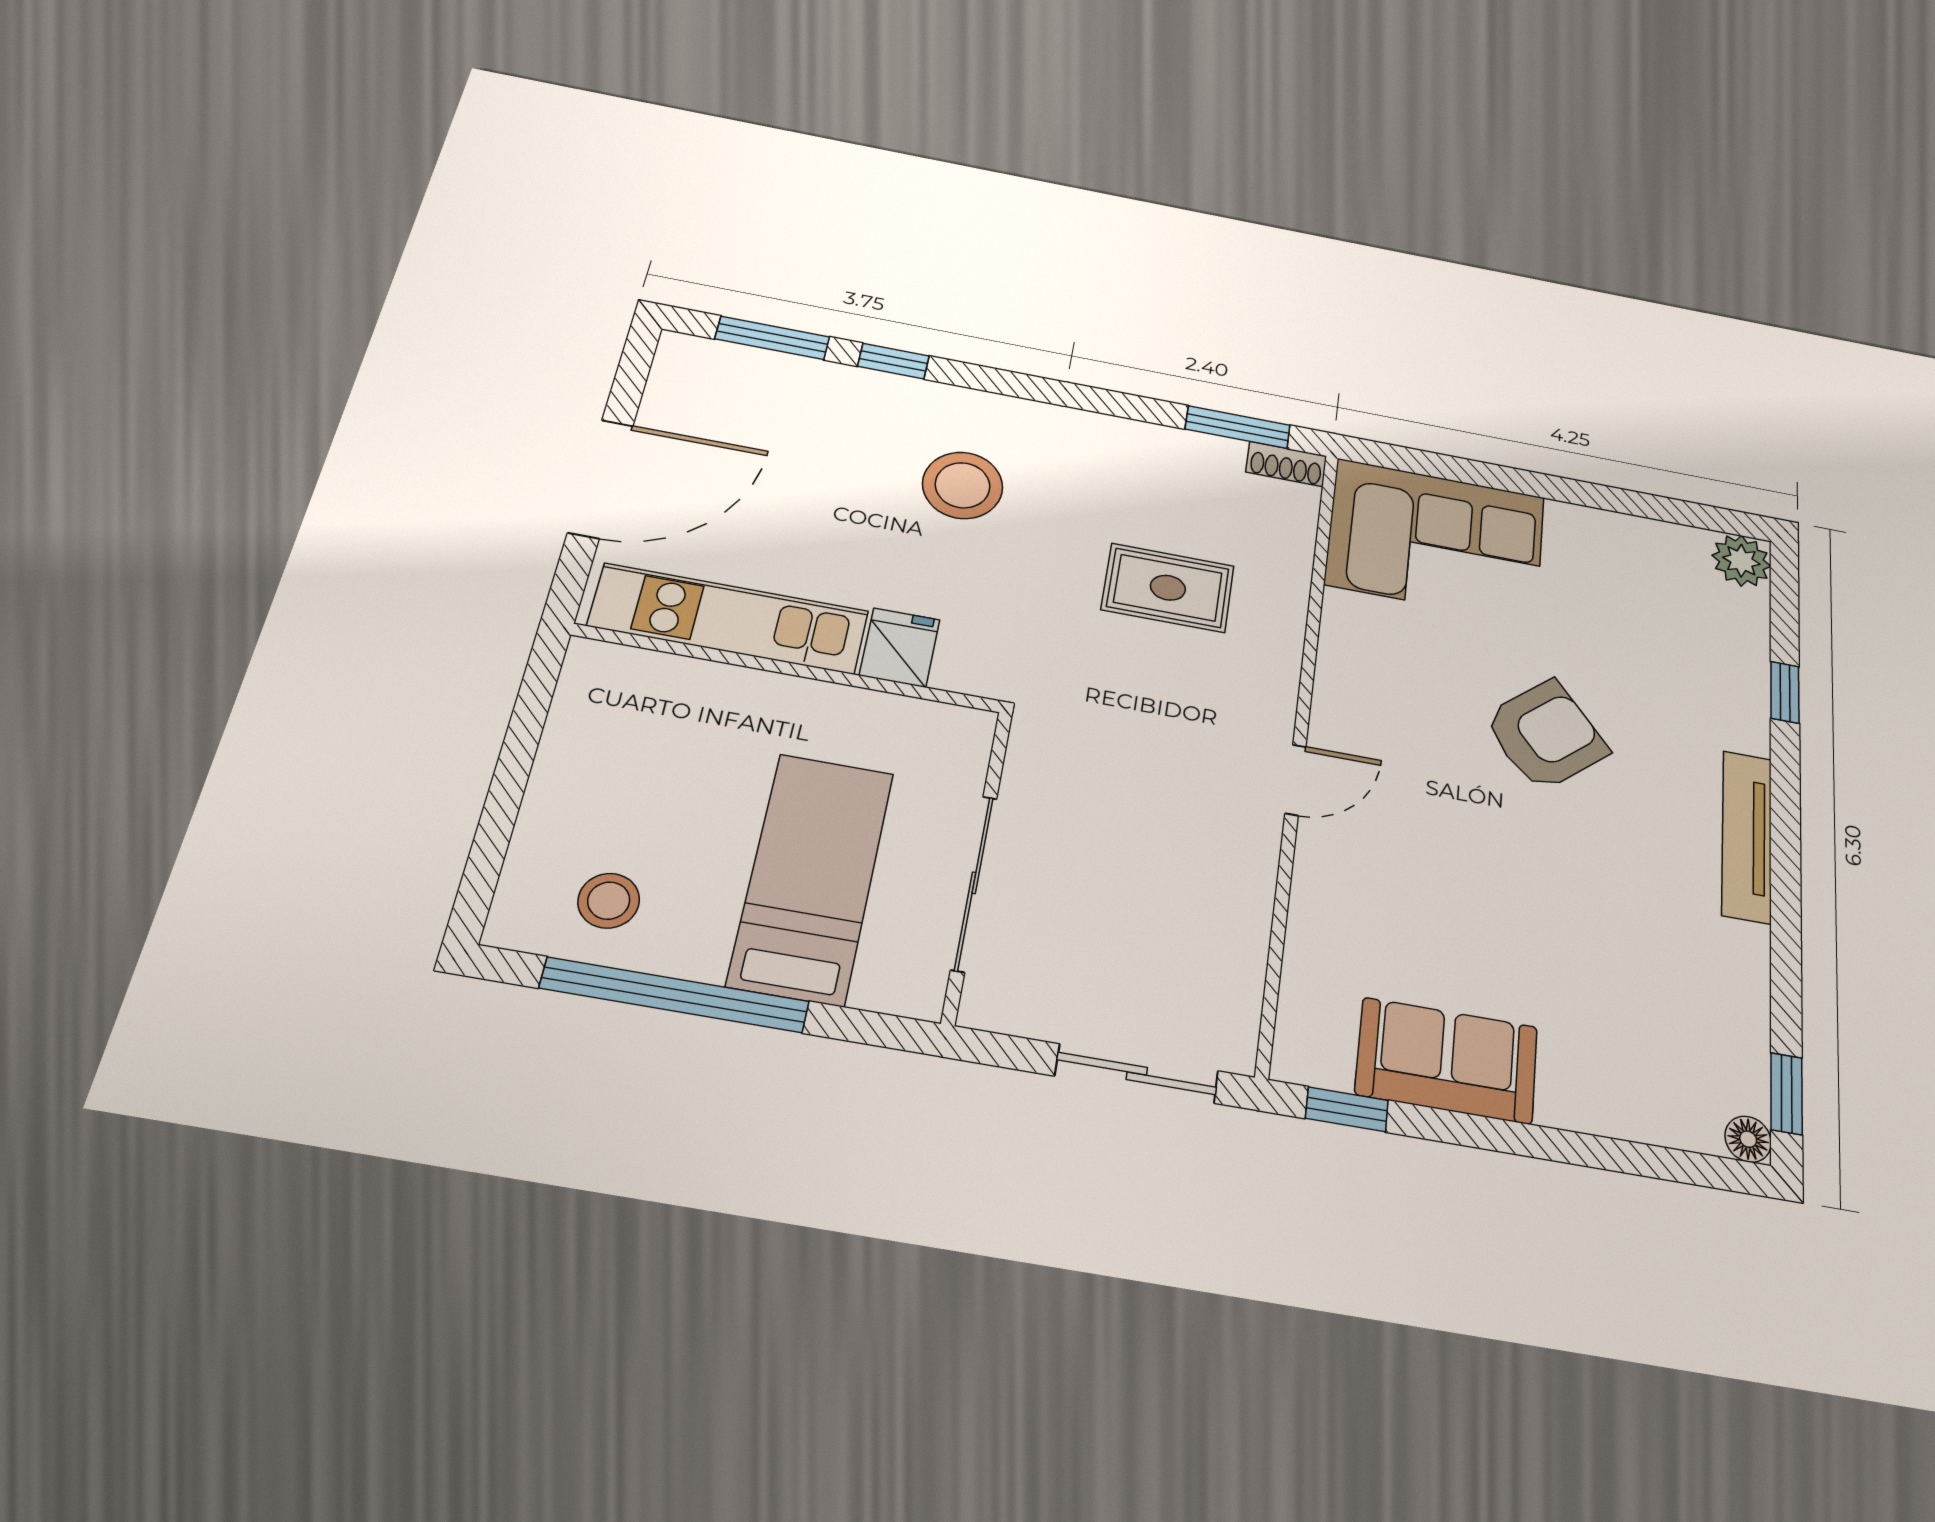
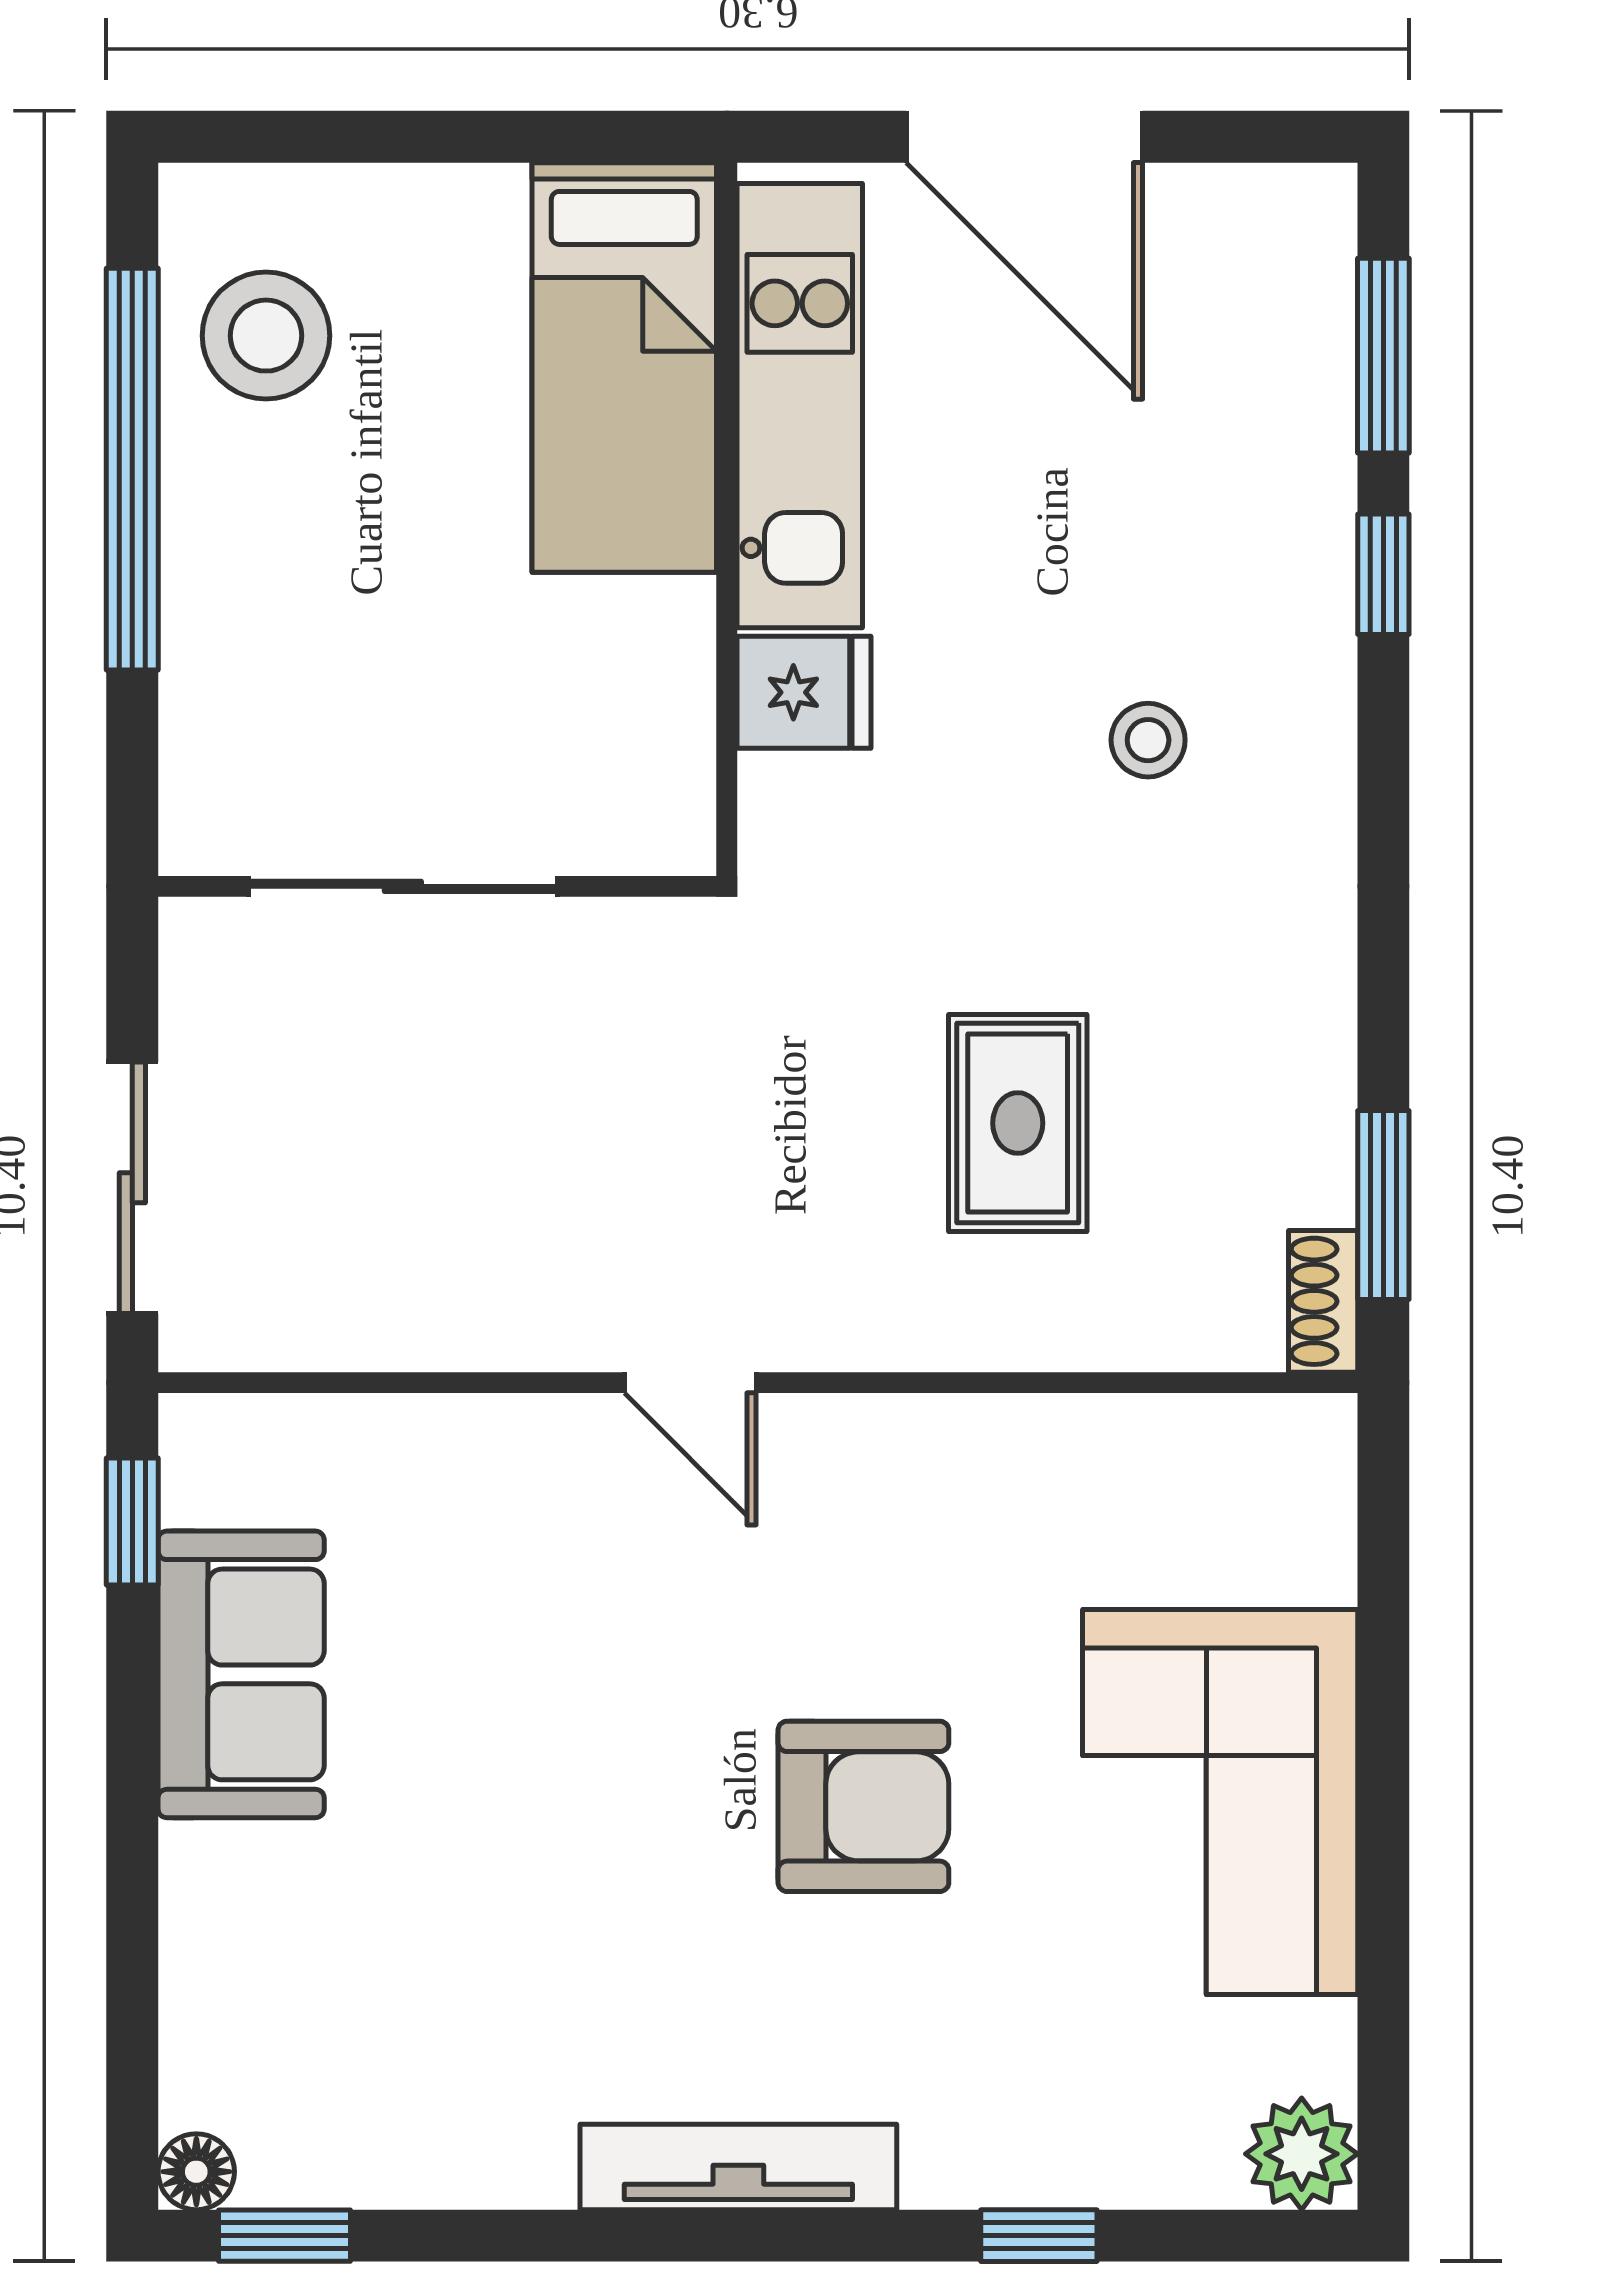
stool: (963, 485) -> (1148, 740), width x0.53, depth x0.53
corner sofa: (1436, 540) -> (1220, 1802), moved
armchair: (1546, 735) -> (863, 1806), turned -50
bed: (811, 878) -> (624, 368), moved, turned 90
stool: (609, 901) -> (266, 336), width x1.38, depth x1.38

